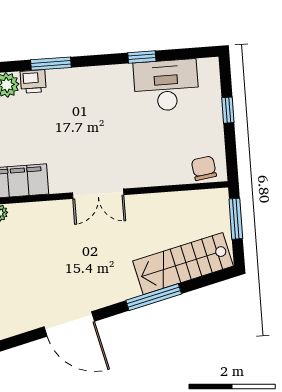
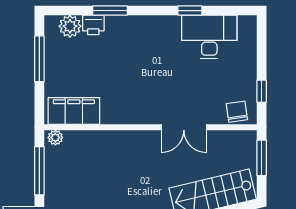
window: (228, 110) -> (262, 91), moved
double door: (98, 194) -> (184, 127), moved

